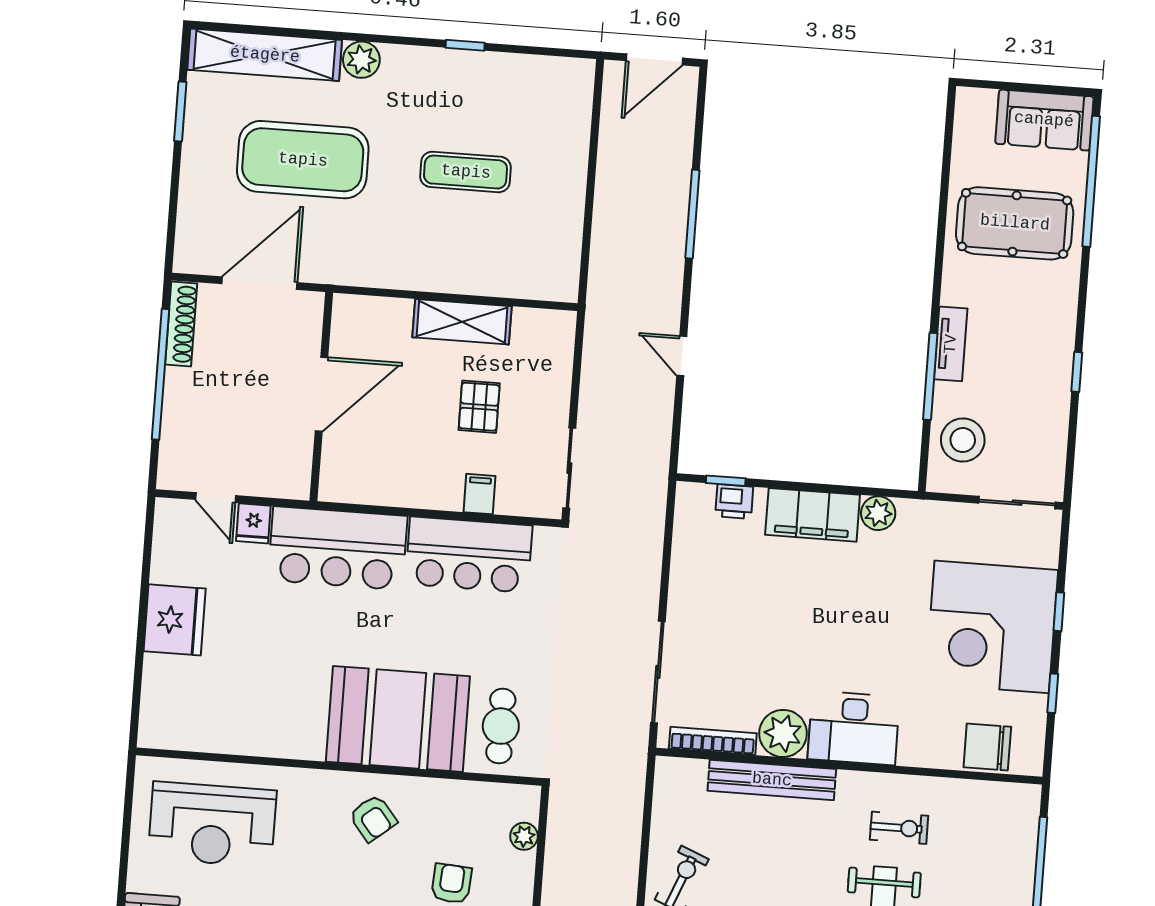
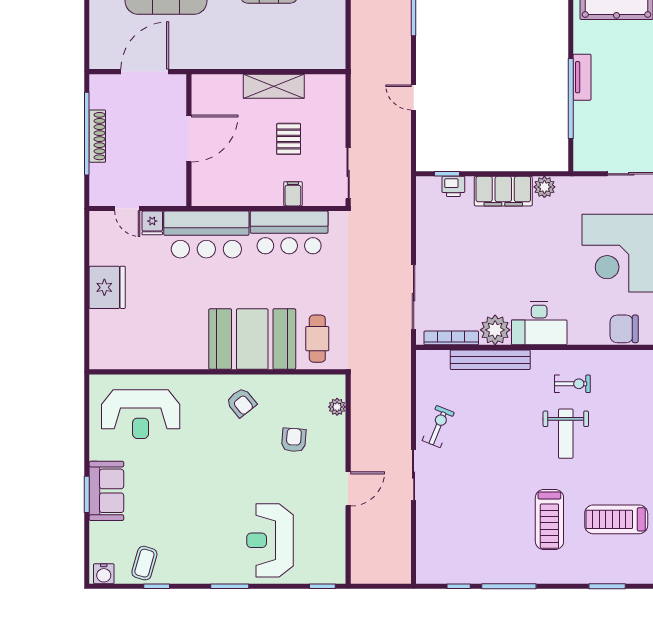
shoe rack: (181, 324) -> (97, 136), moved
window: (930, 376) -> (571, 99), width x1.46
stool: (963, 440) -> (594, 137), removed

